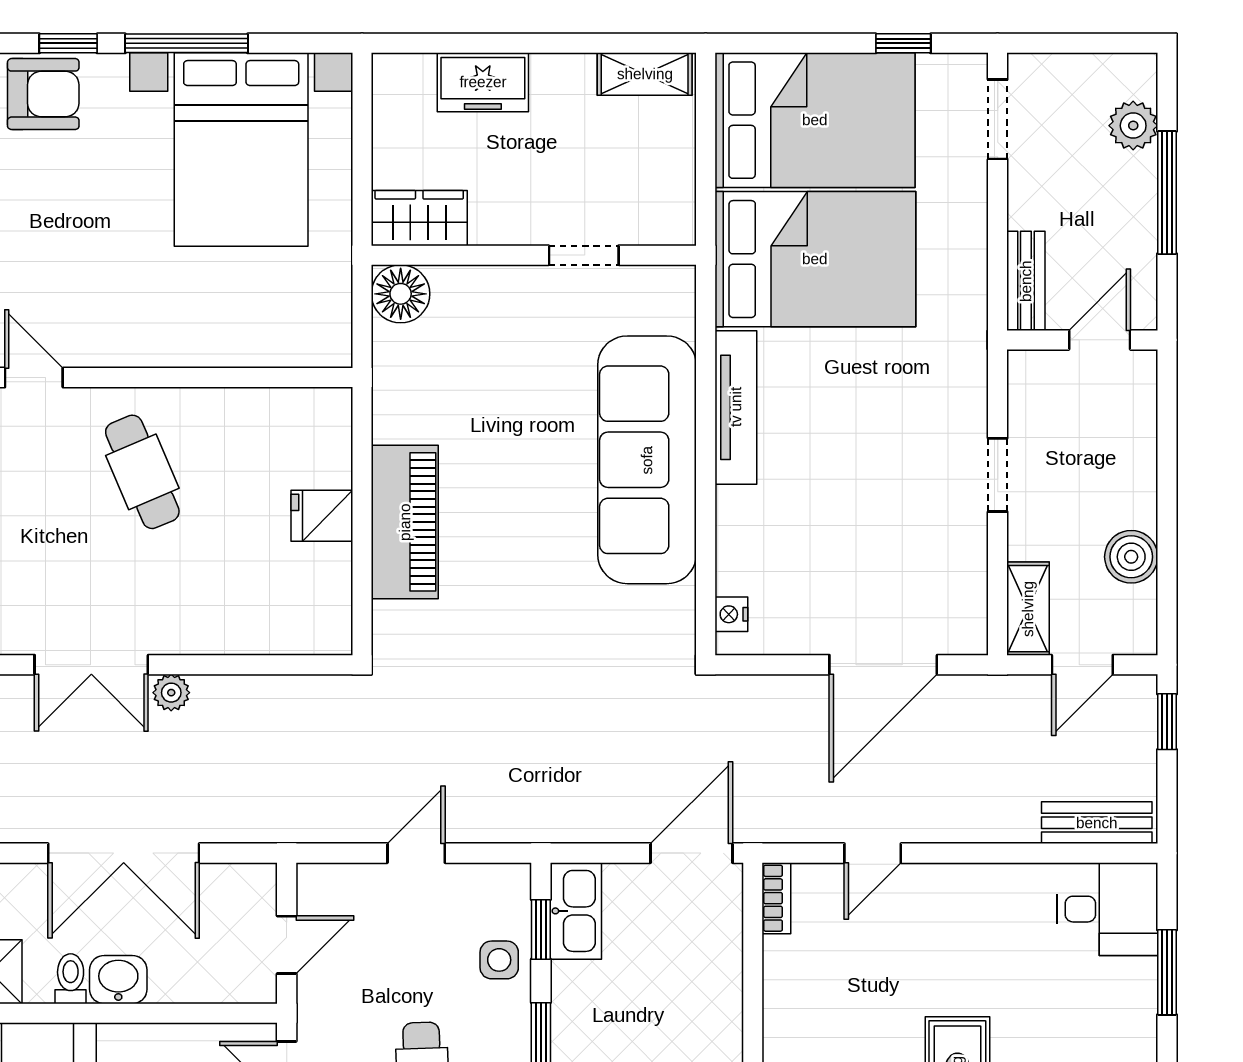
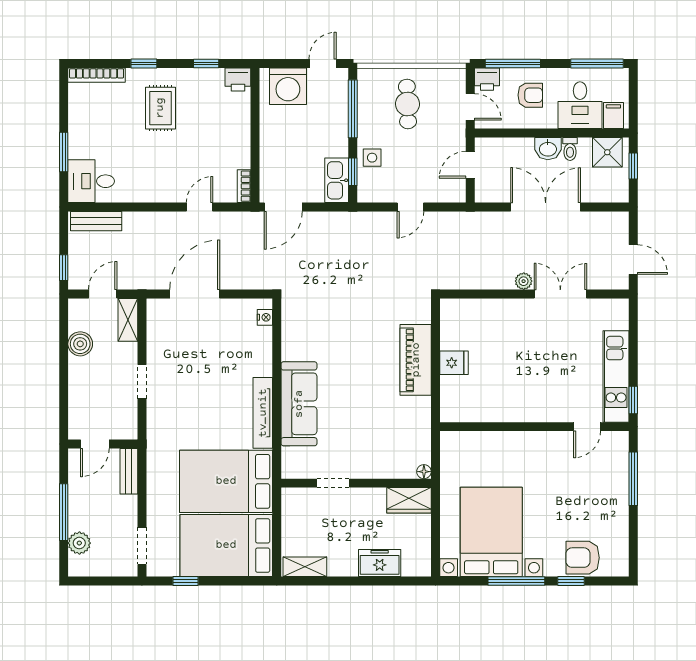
floor lamp: (401, 294) -> (424, 472), width x0.53, depth x0.53
door: (34, 378) -> (587, 427), hinge flipped
sofa: (647, 460) -> (299, 404), width x0.74, depth x0.79
cafe table: (142, 472) -> (537, 383), removed

